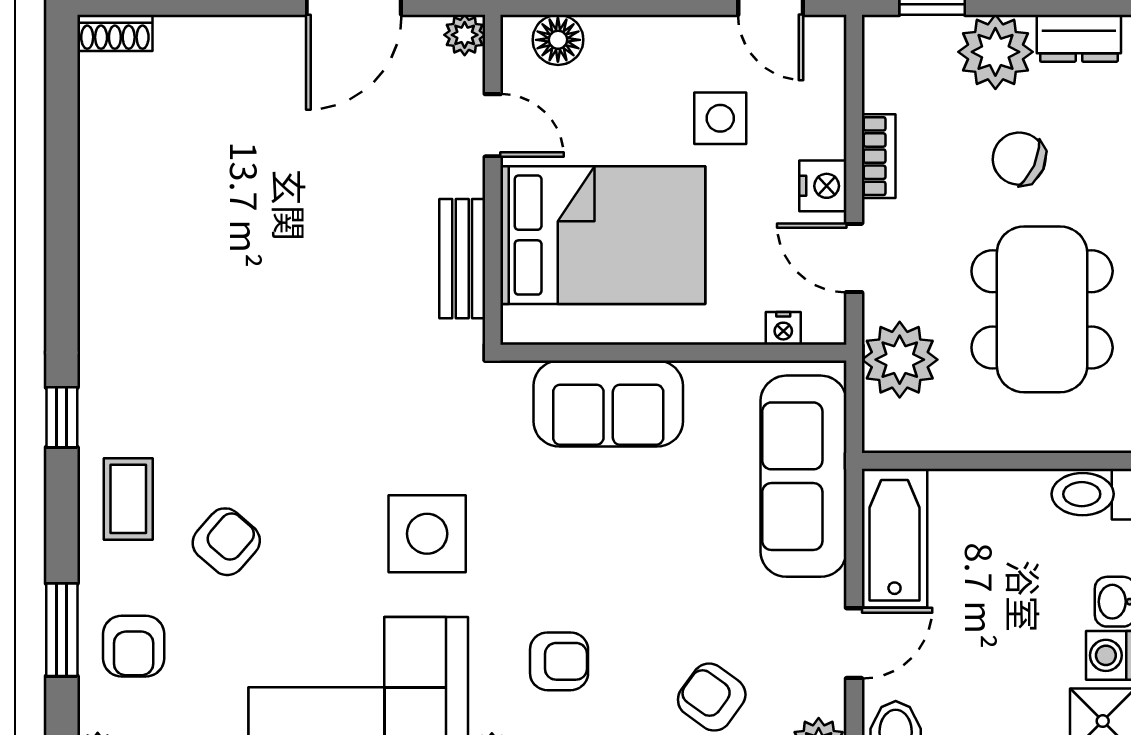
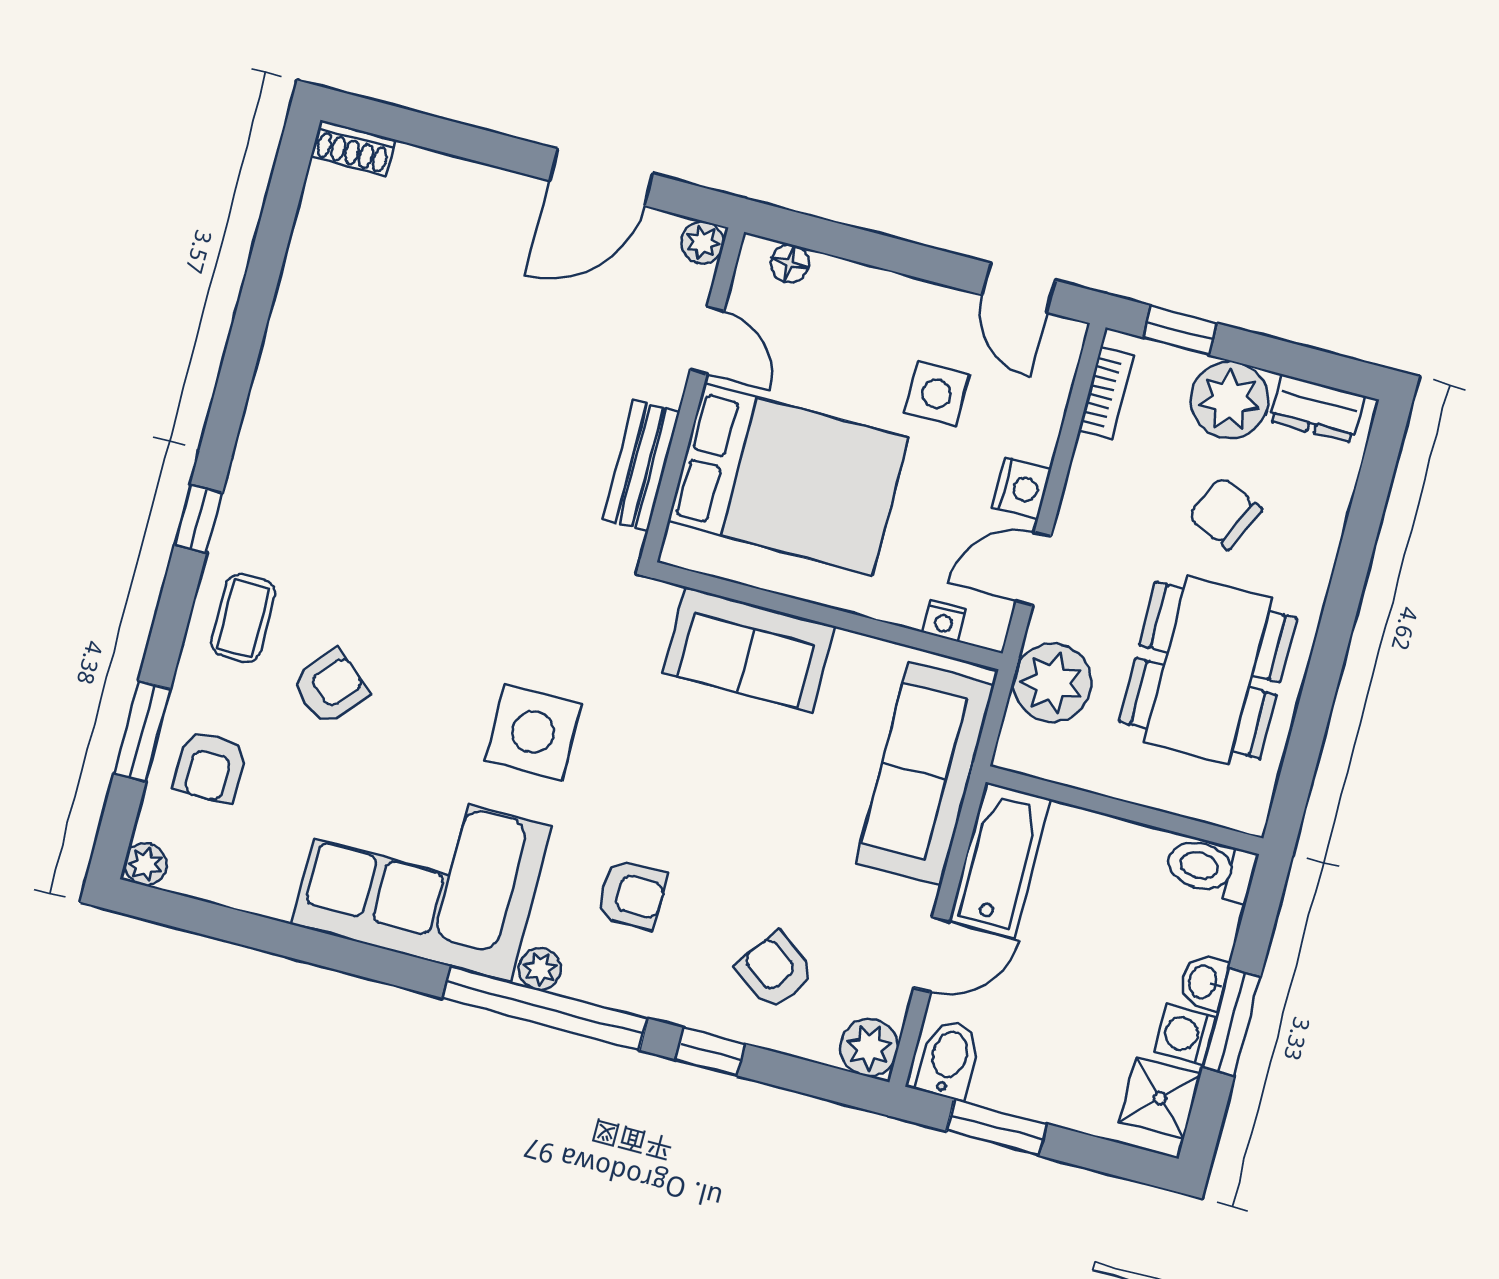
floor lamp: (558, 40) -> (790, 263), width x0.73, depth x0.73
bookcase: (879, 156) -> (1106, 393), moved
door: (854, 258) -> (1034, 569), hinge flipped

